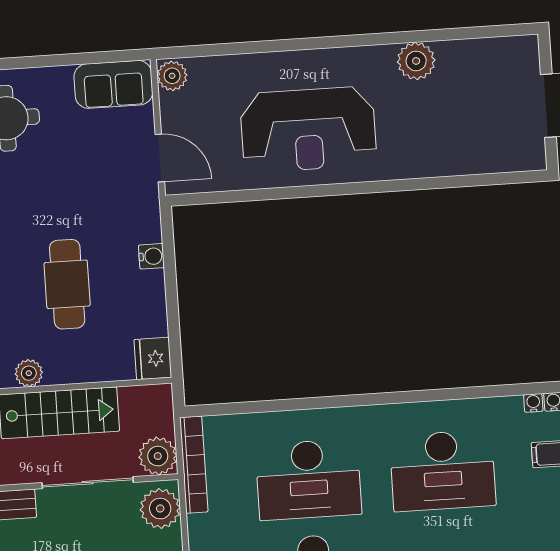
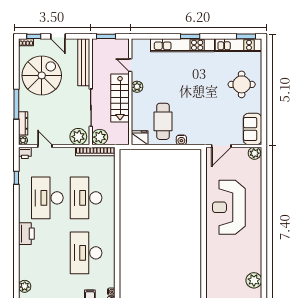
plant: (416, 61) -> (254, 280), moved
cafe table: (67, 284) -> (163, 121), moved, turned 90

